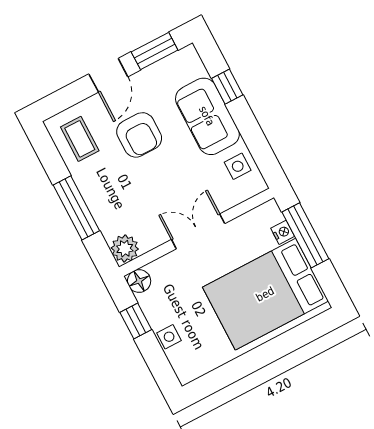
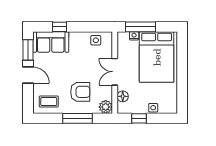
sofa: (207, 116) -> (51, 42), moved
armchair: (139, 135) -> (80, 92), moved
floor lamp: (139, 281) -> (123, 96), moved

